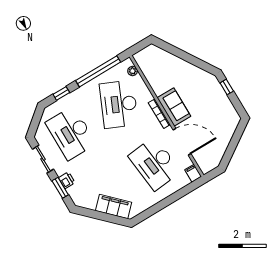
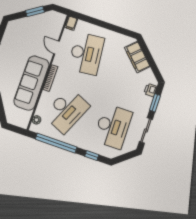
sofa: (174, 107) -> (32, 83), width x1.85, depth x1.27
door: (182, 142) -> (56, 47), width x0.53
window: (231, 150) -> (35, 11), added
printer: (67, 180) -> (150, 90), moved

